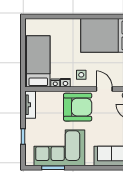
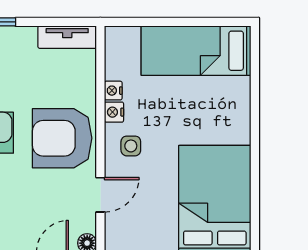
bed: (38, 61) -> (196, 51), moved, turned 180
armchair: (78, 107) -> (62, 138), turned 90

